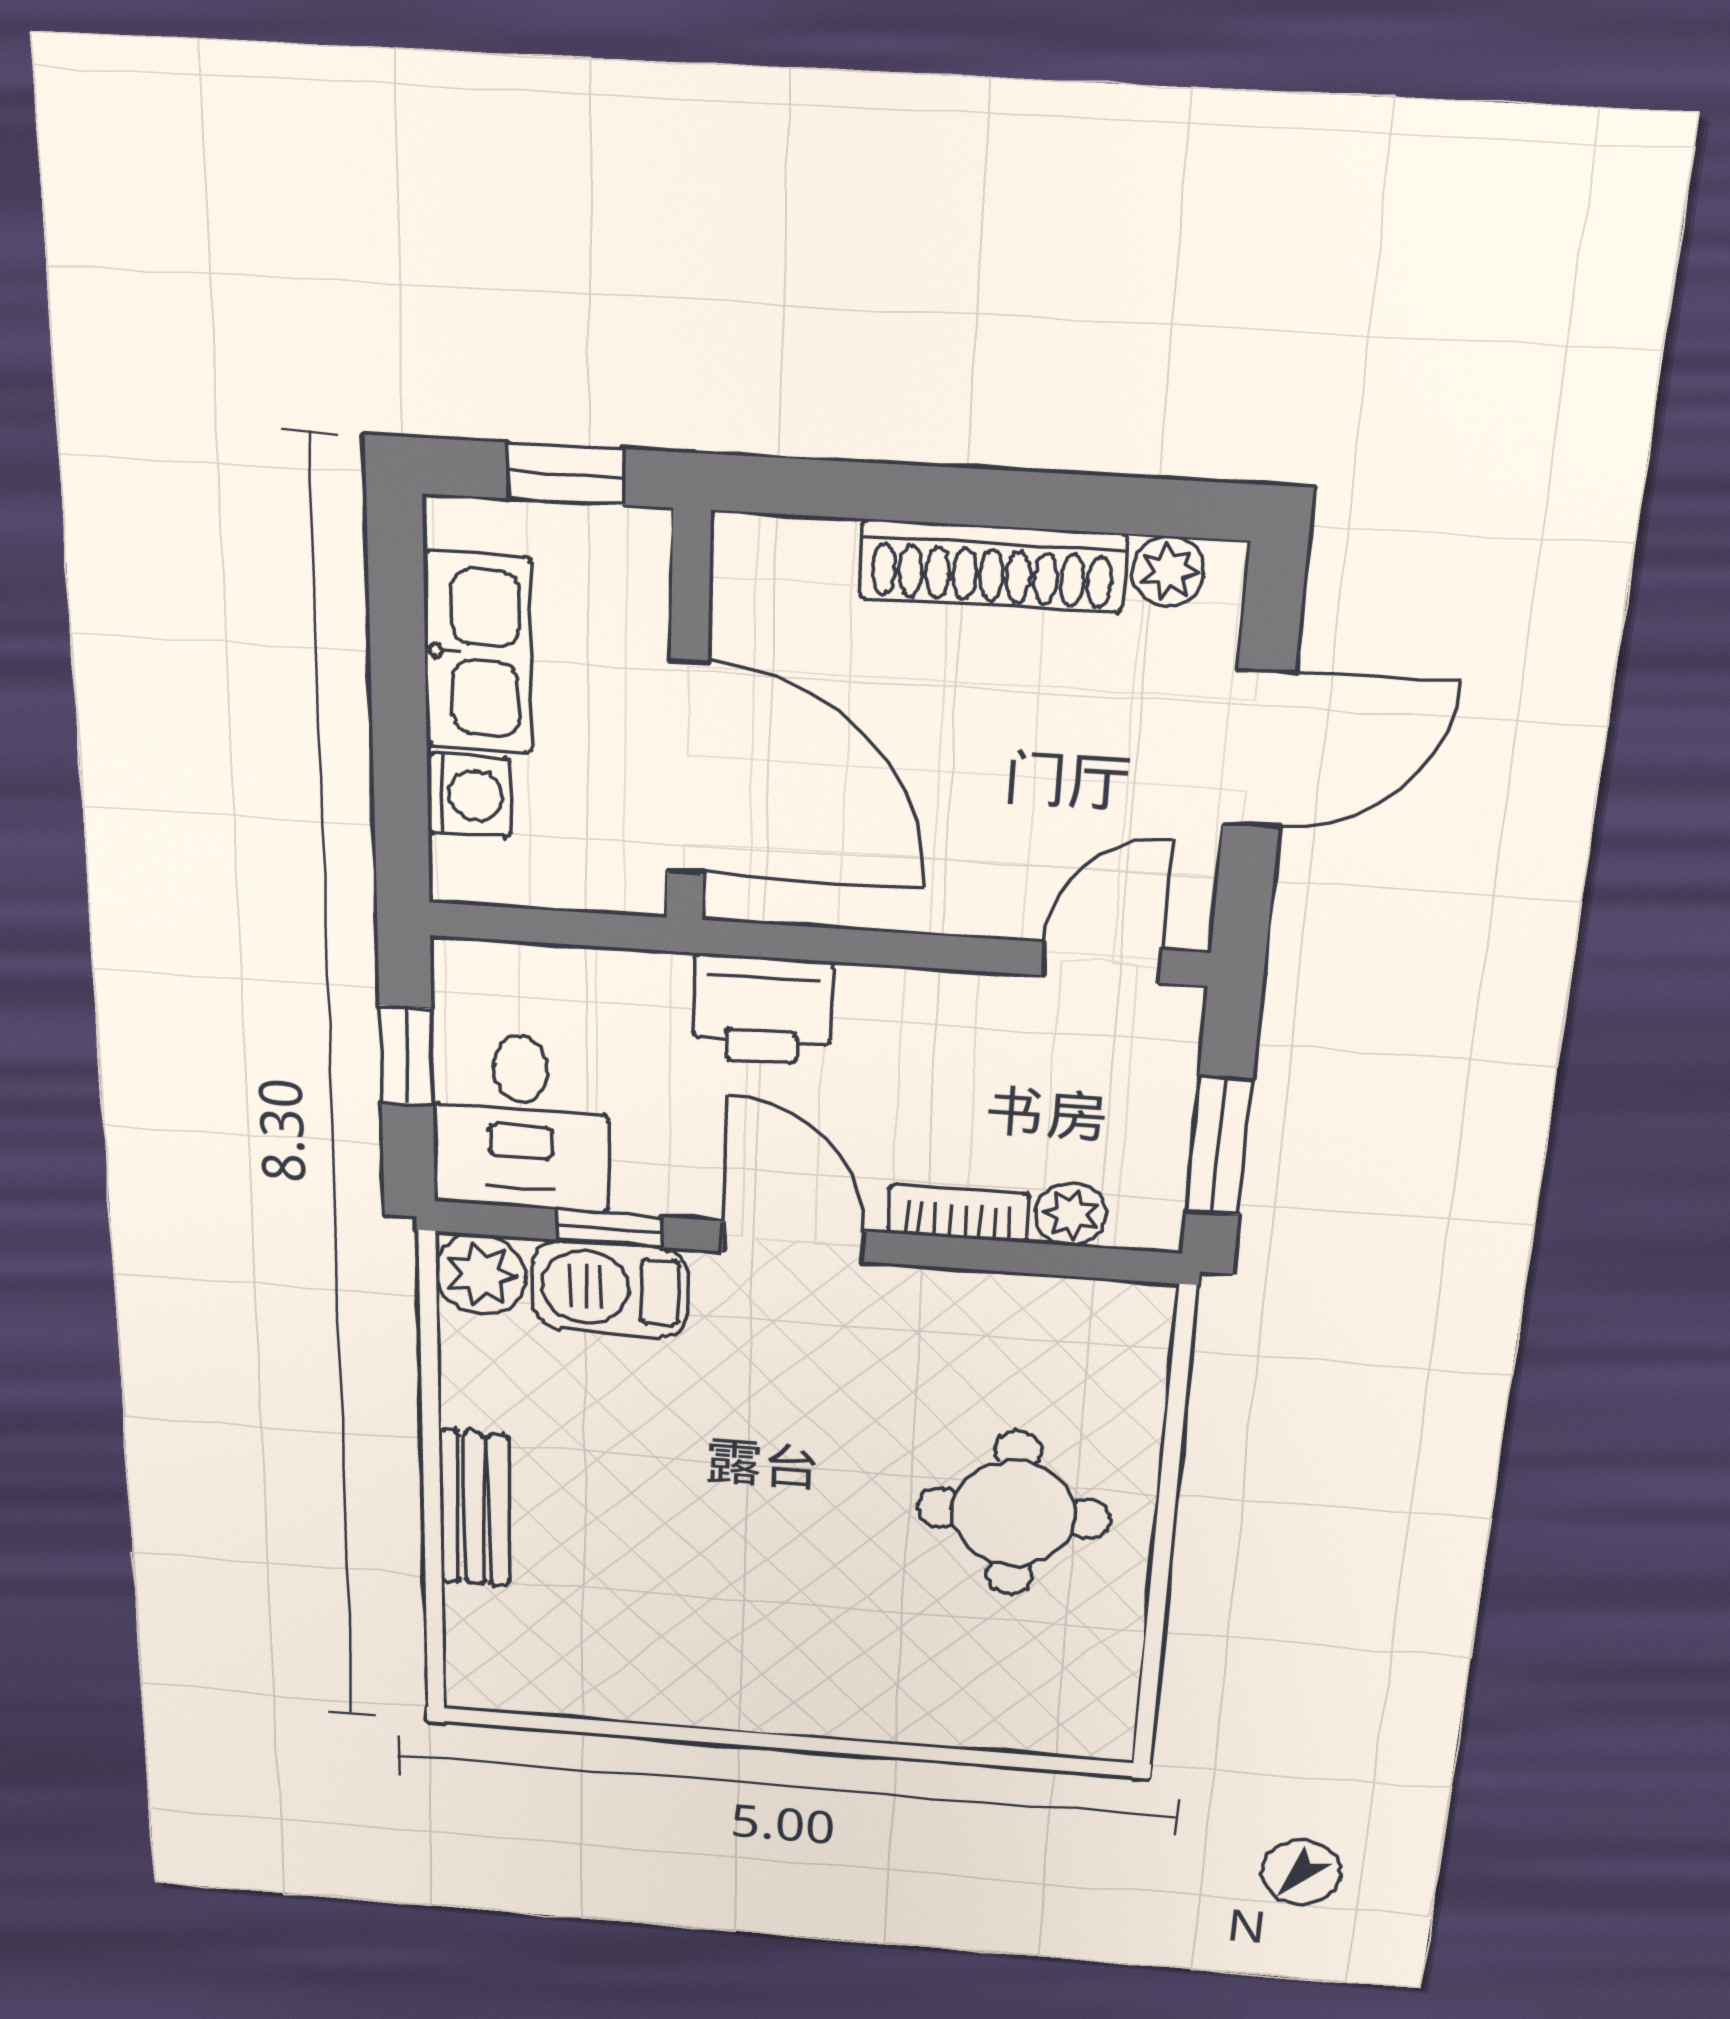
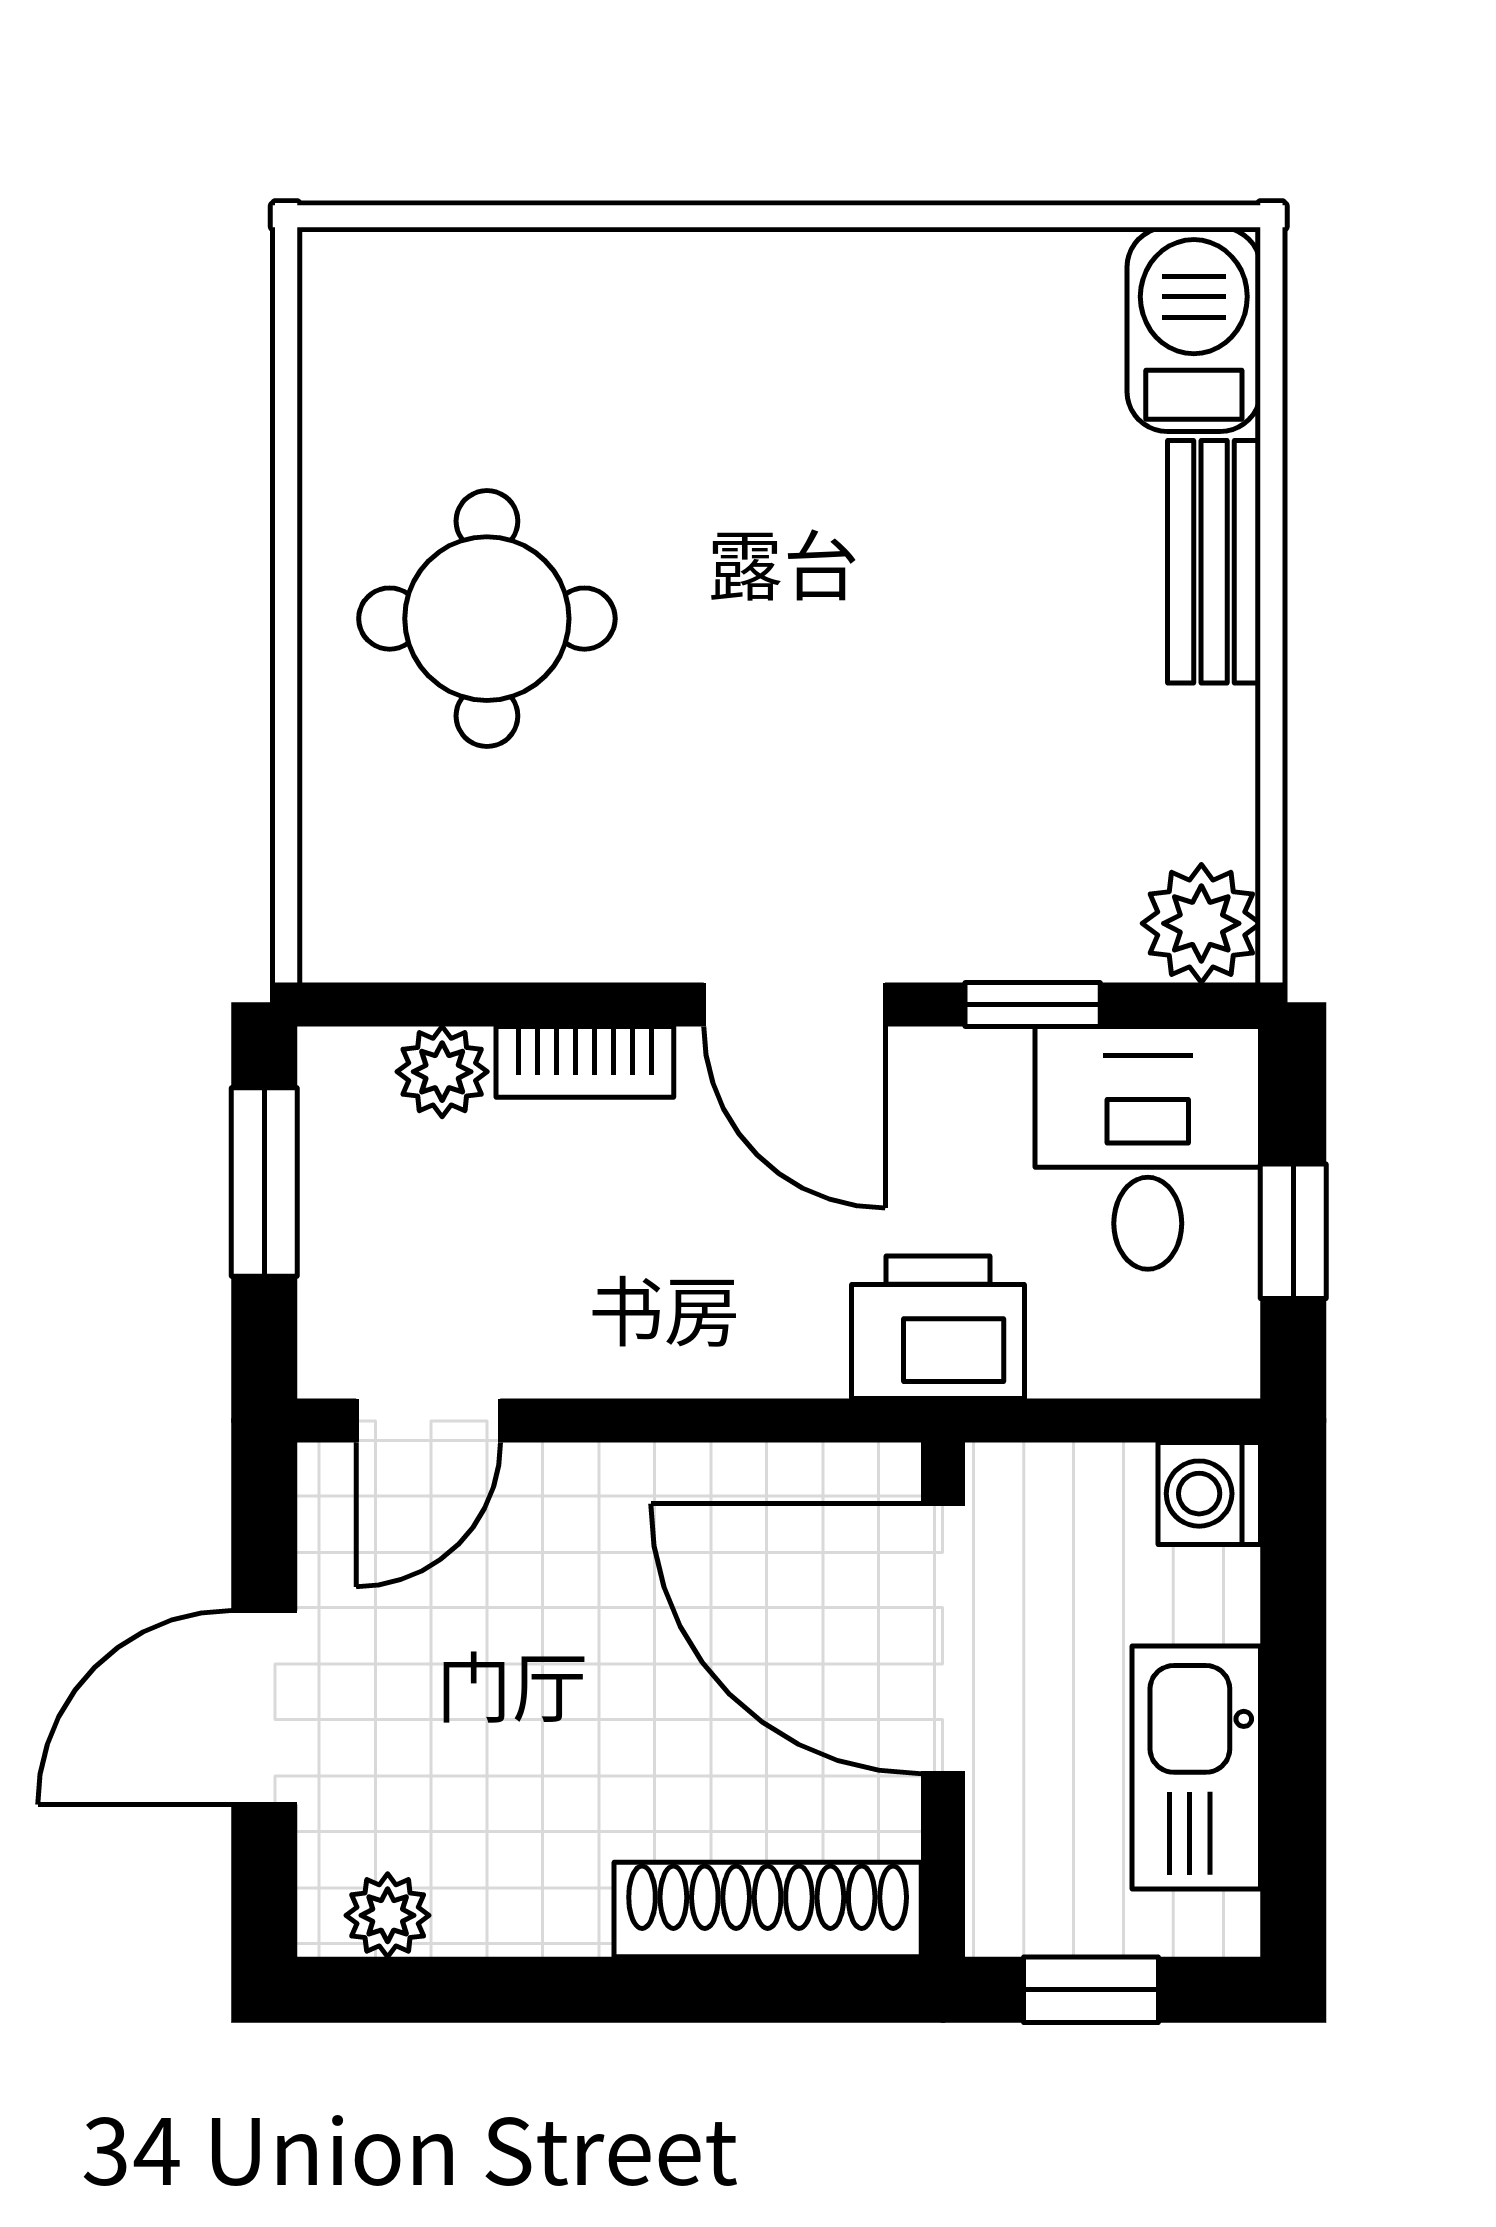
shoe rack: (992, 566) -> (768, 1910), moved
washing machine: (469, 795) -> (1209, 1494), moved
printer: (762, 1010) -> (938, 1327), moved
barbecue: (610, 1289) -> (1194, 329), moved, turned -90

